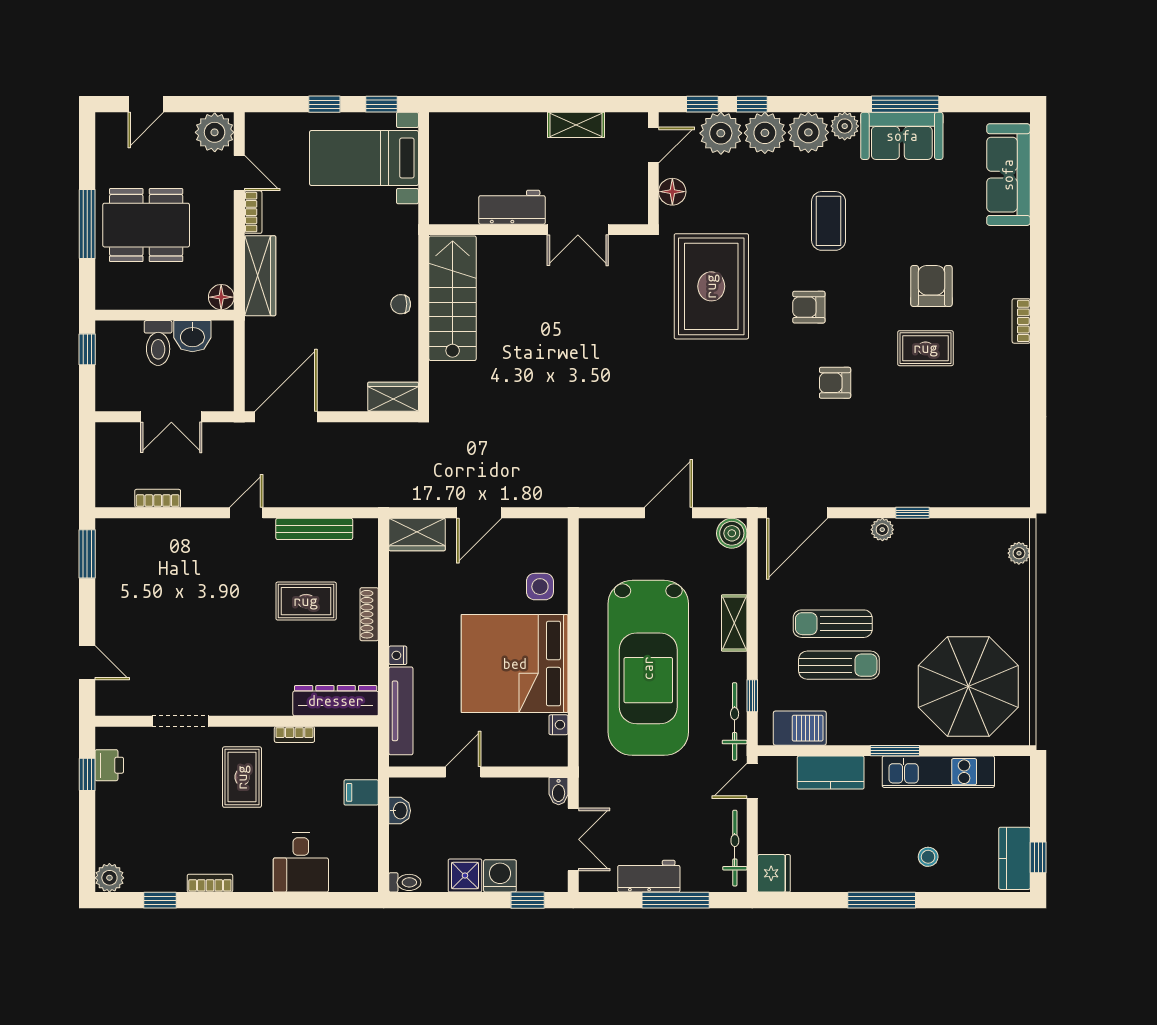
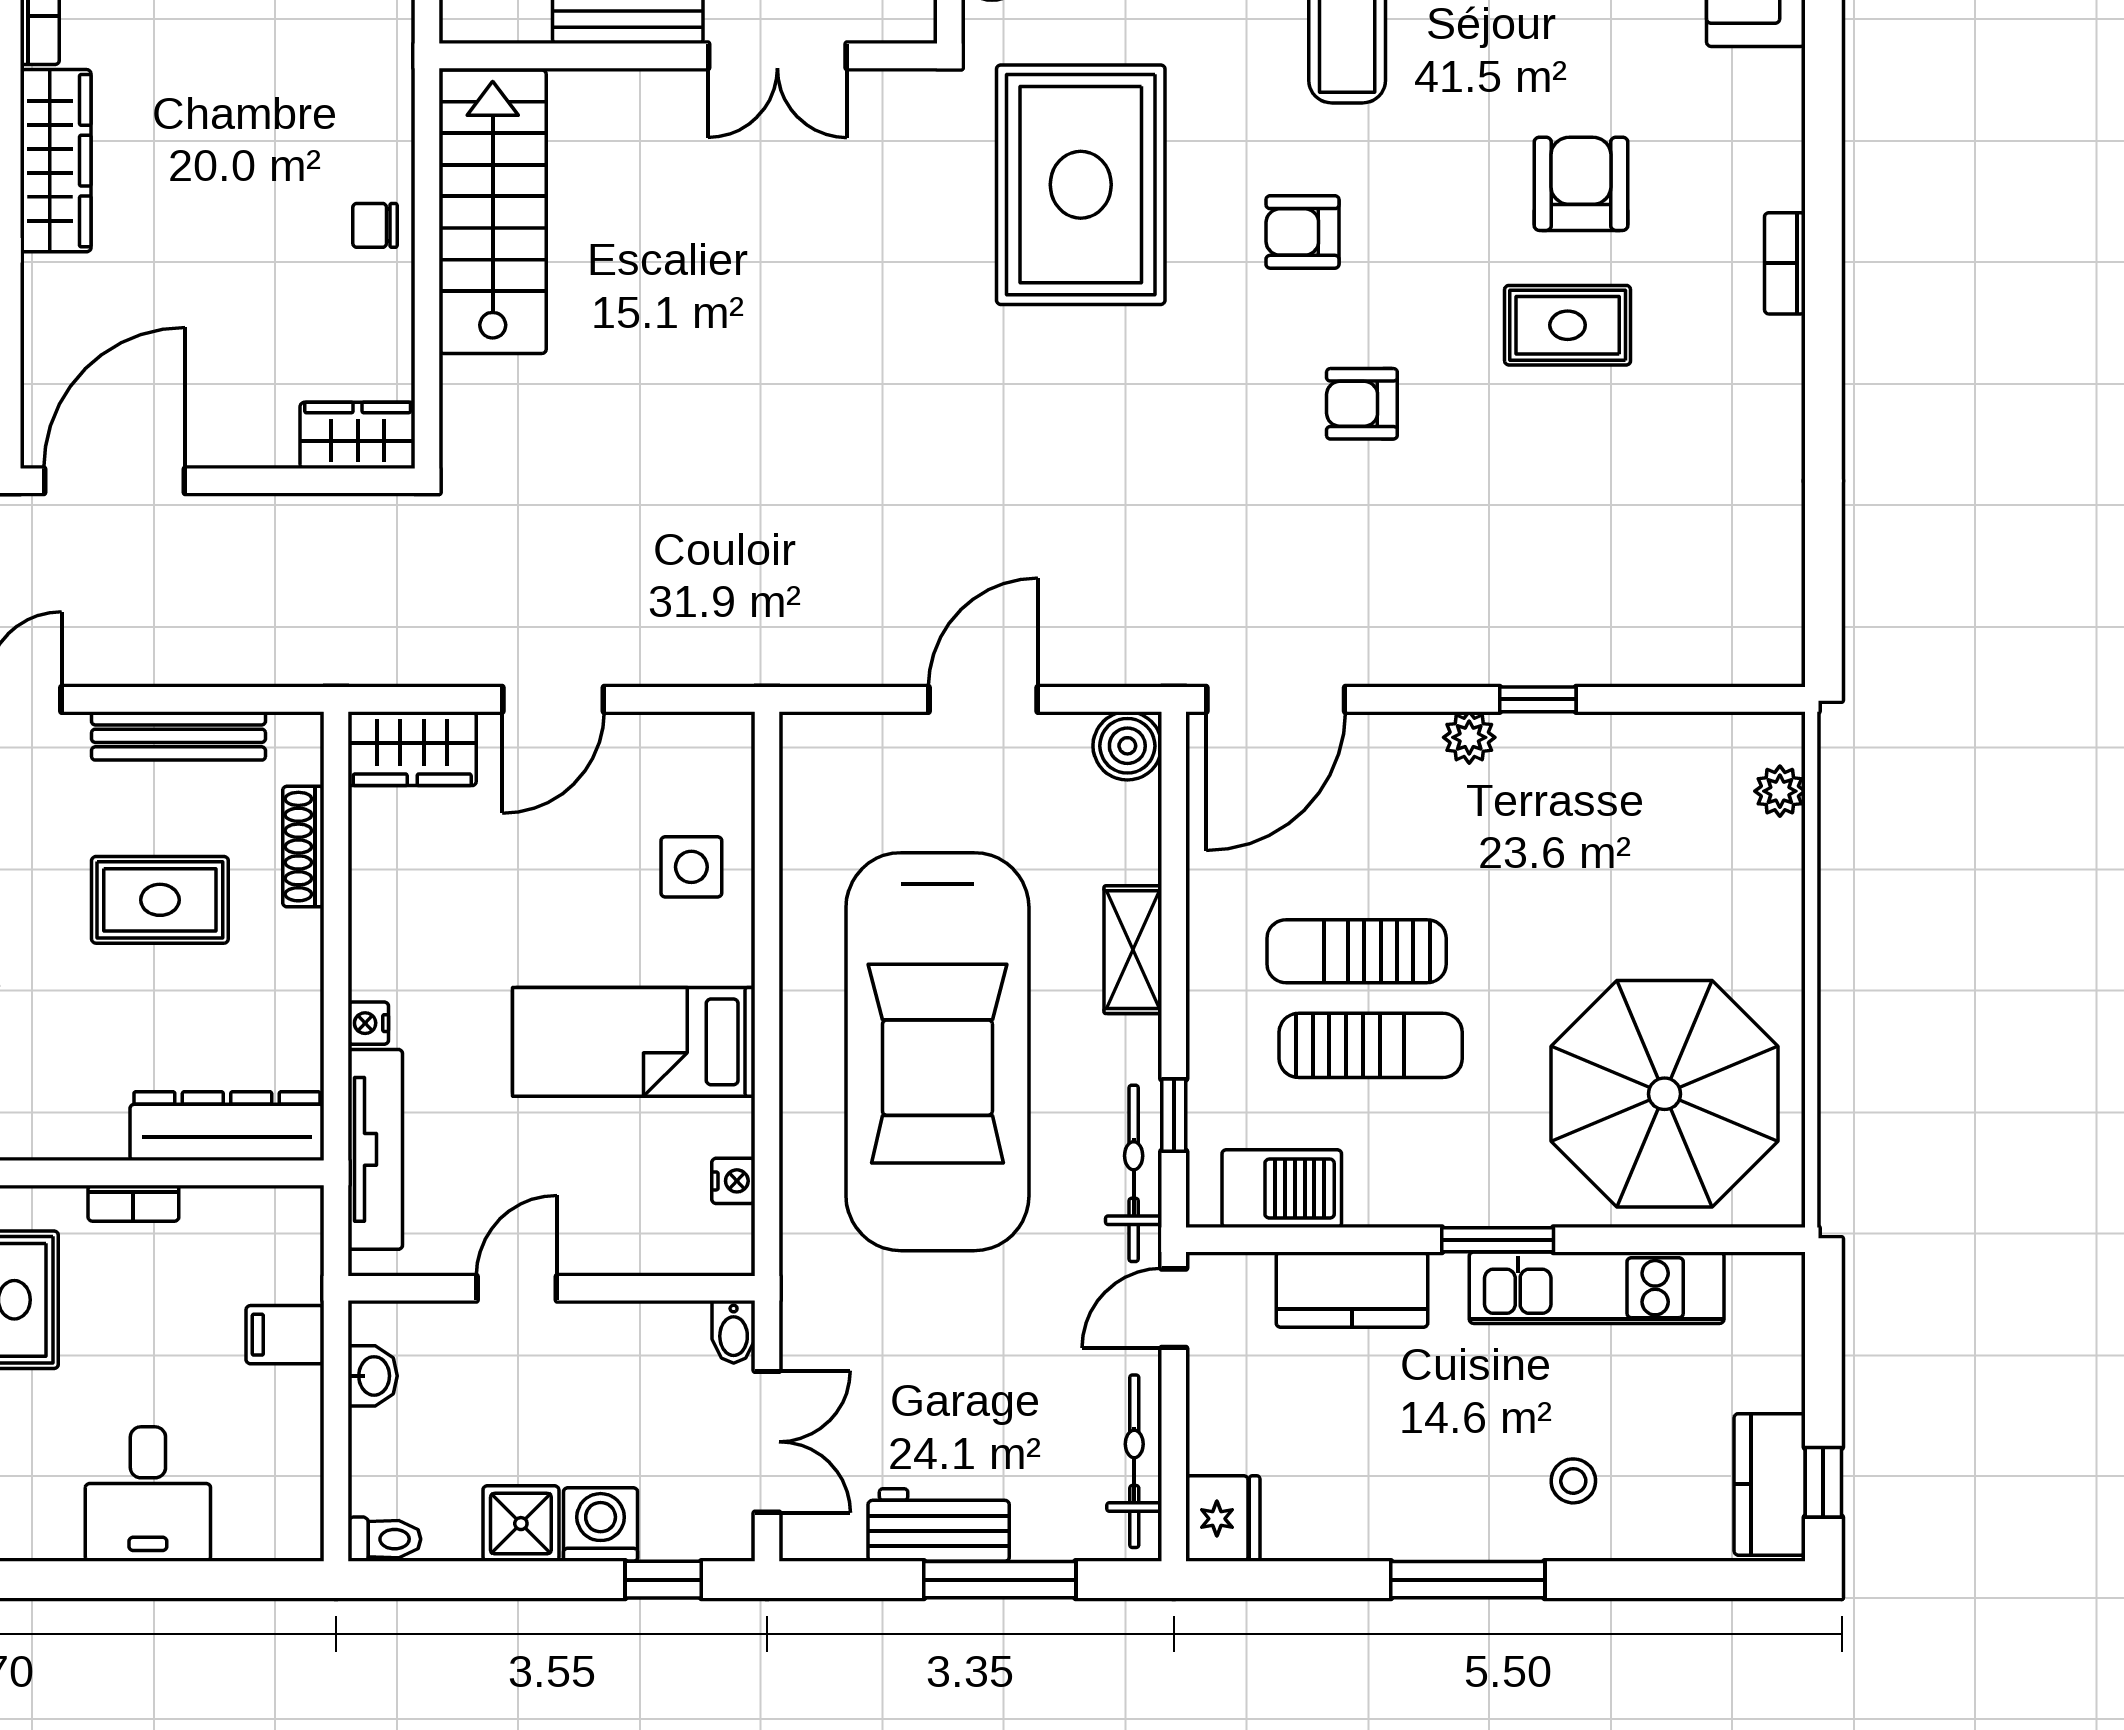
shoe rack: (369, 614) -> (303, 847), moved
bed: (515, 664) -> (634, 1042), width x0.49

